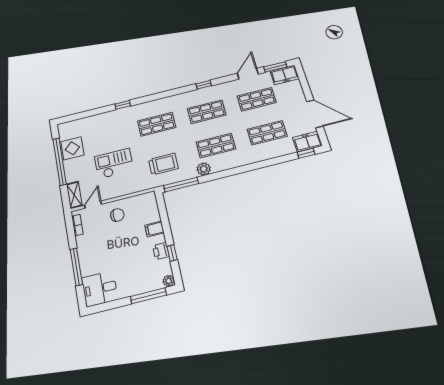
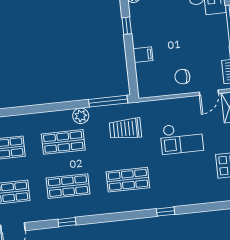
printer: (161, 251) -> (138, 29), removed

